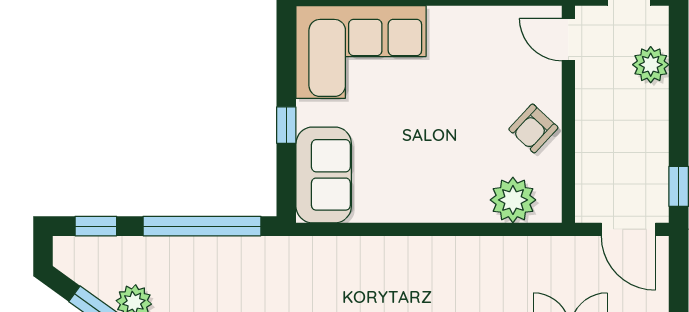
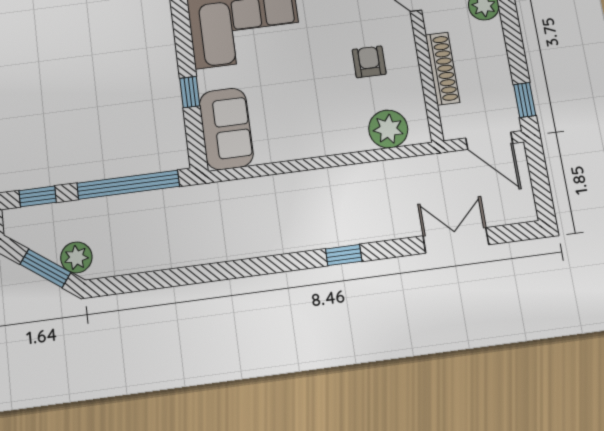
armchair: (533, 128) -> (369, 62), moved, turned 137
shoe rack: (588, 136) -> (442, 69), added

